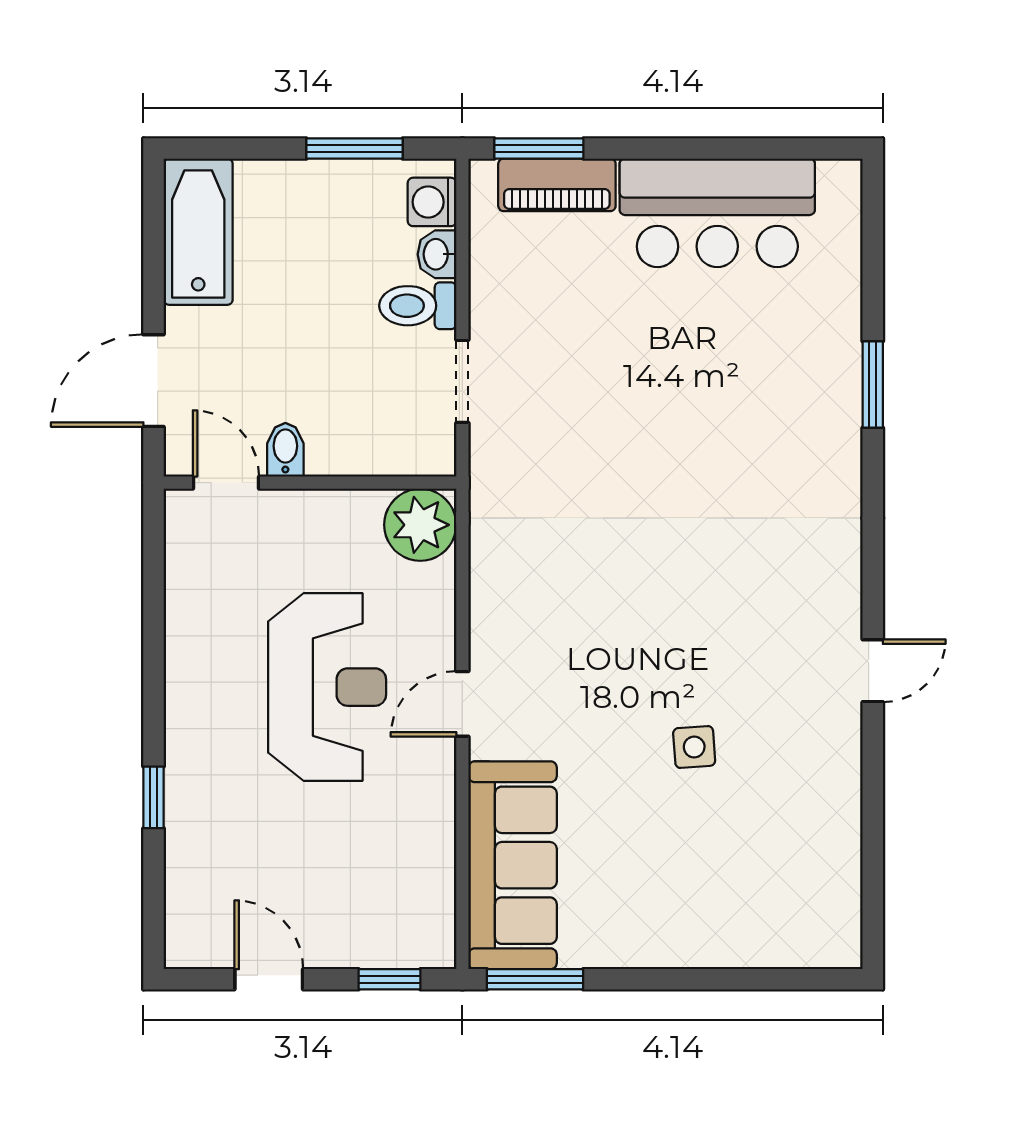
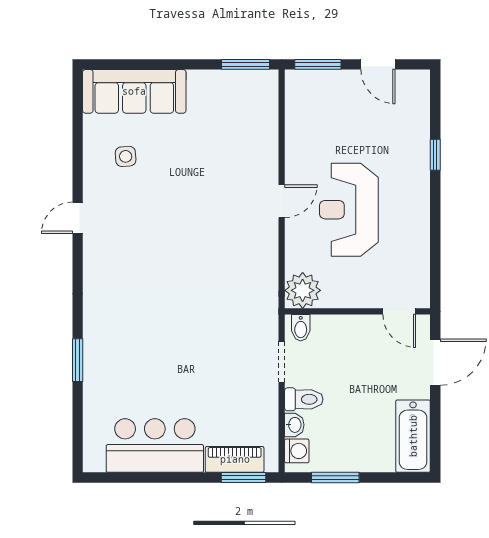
bidet: (285, 450) -> (301, 328), moved
side table: (694, 747) -> (126, 156), moved
sofa: (513, 865) -> (134, 91), moved, turned -90
window: (389, 979) -> (318, 64), width x1.50

